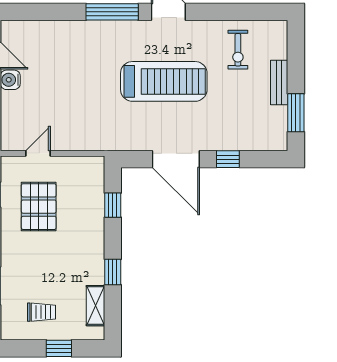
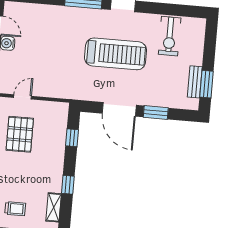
exercise bike: (238, 50) -> (170, 36), width x1.38, depth x1.39
bench: (279, 82) -> (195, 82), moved
window: (228, 159) -> (156, 113), width x1.50

